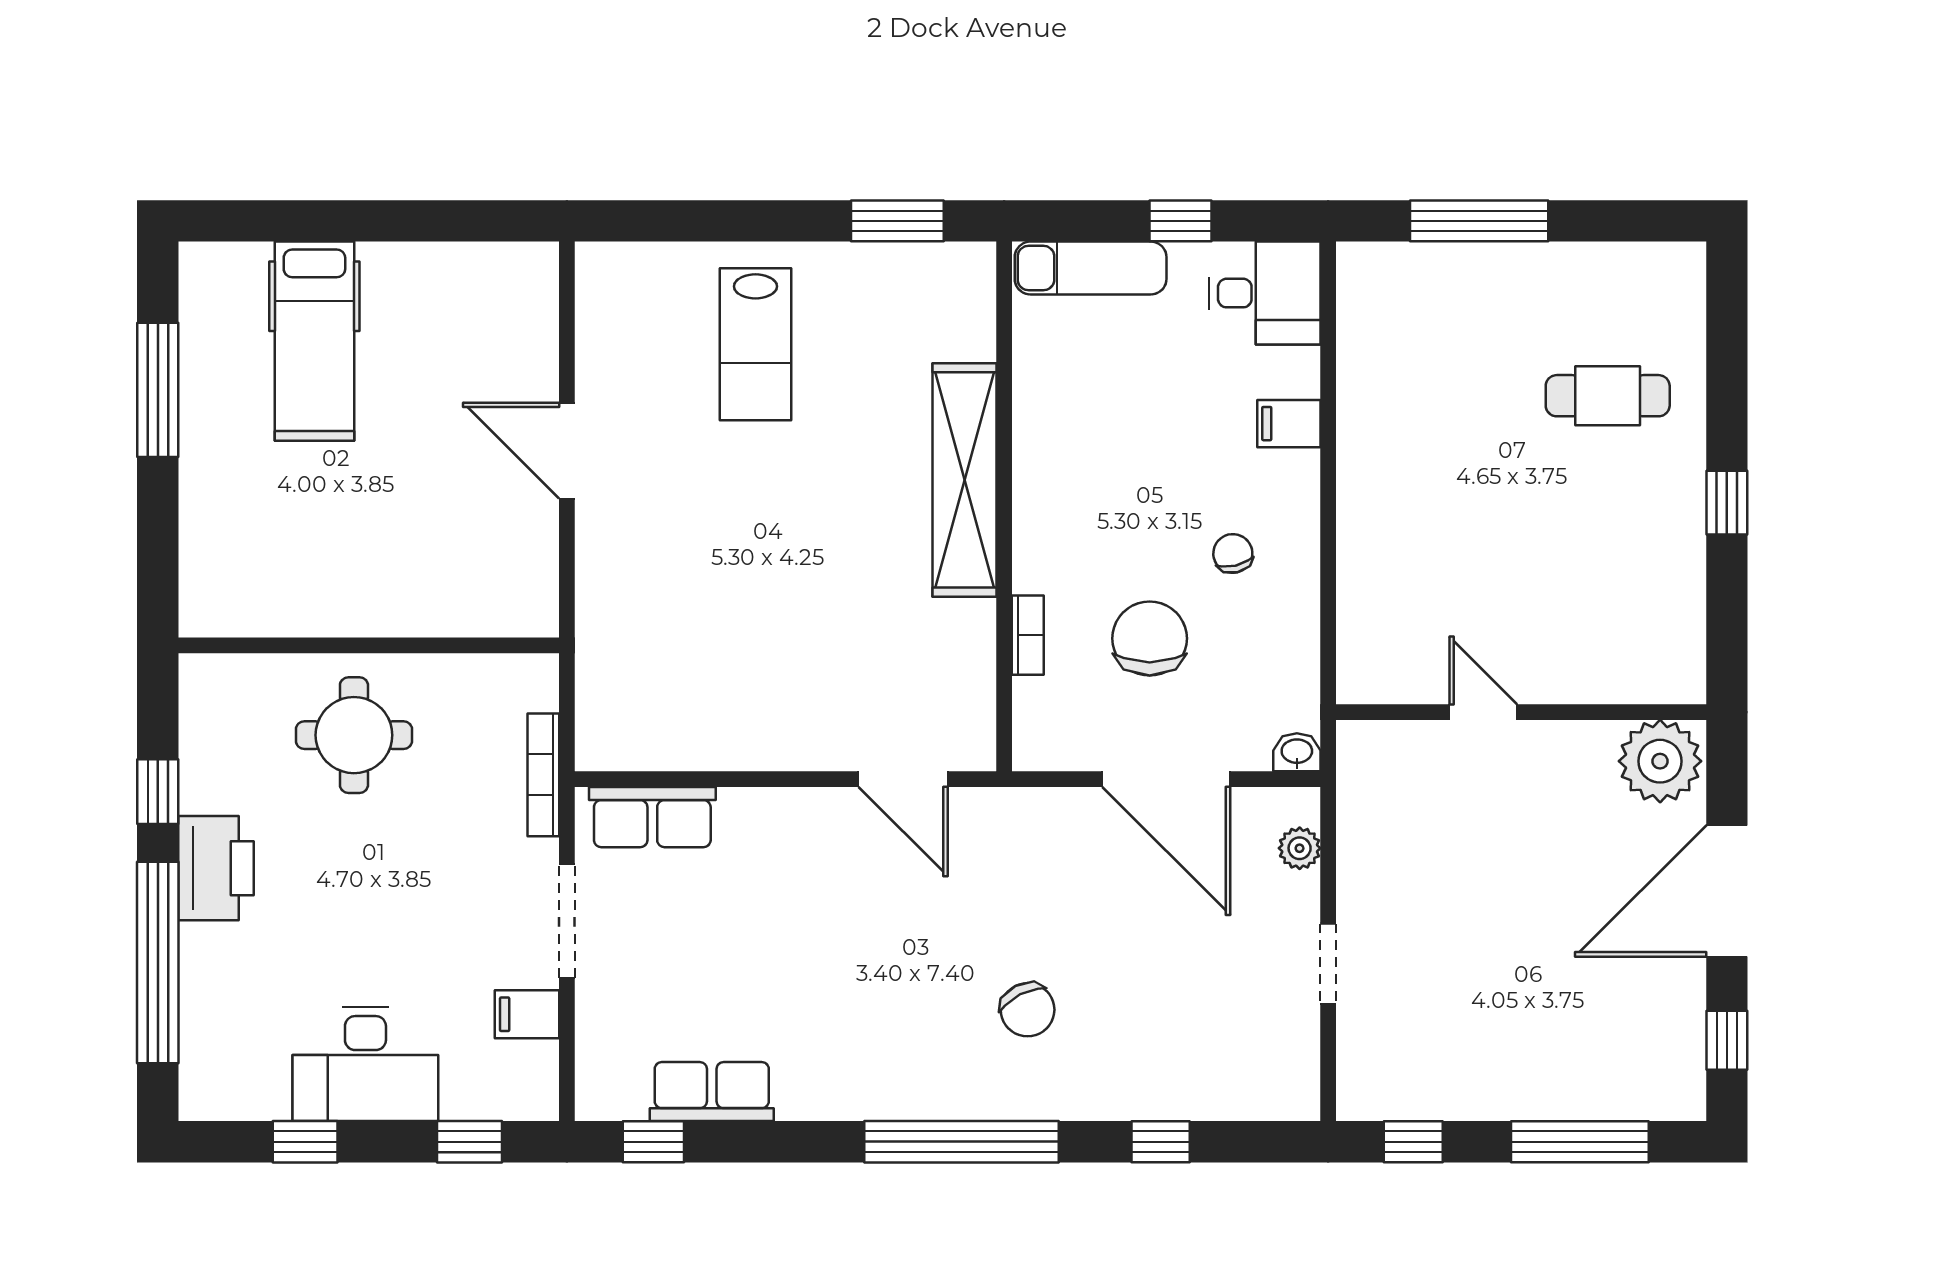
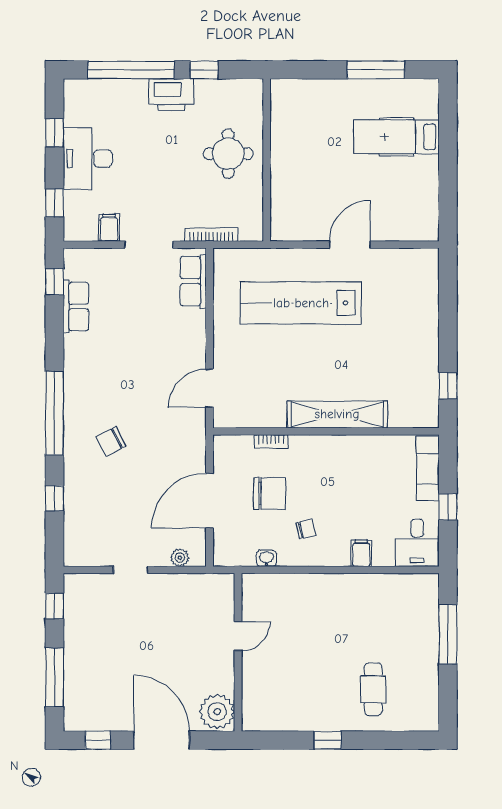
window: (897, 221) -> (448, 386), width x0.67
lab bench: (755, 344) -> (301, 303), moved, width x1.86, depth x1.39
washbasin: (1297, 752) -> (266, 558), moved, turned -90

